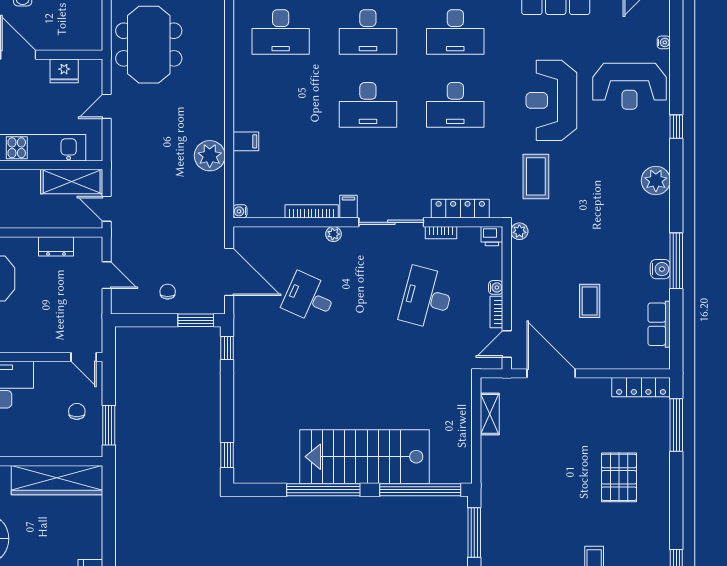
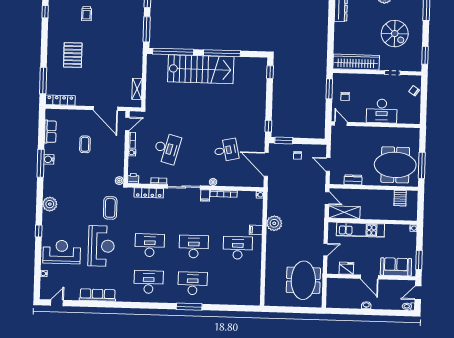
desk: (281, 32) -> (238, 248), moved
desk: (309, 298) -> (226, 150), turned -36

